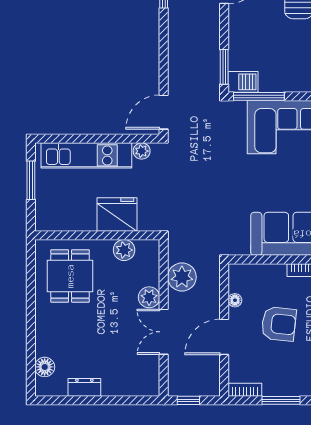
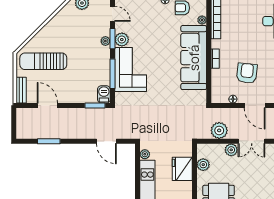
window: (259, 96) -> (112, 74), moved
door: (164, 112) -> (106, 141), moved

